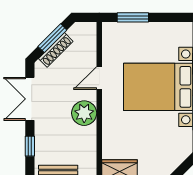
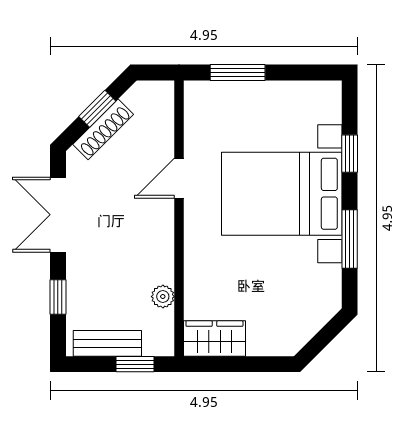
window: (52, 38) -> (97, 109), width x0.67
plant: (84, 113) -> (163, 297), moved, width x0.53, depth x0.53

